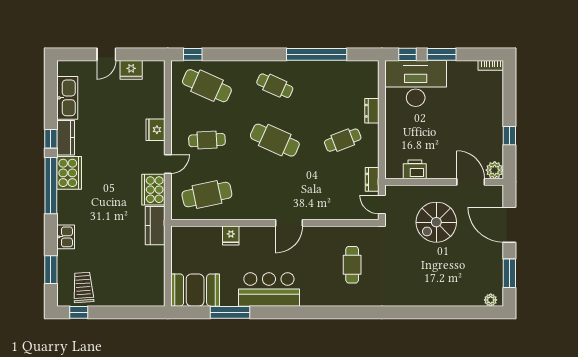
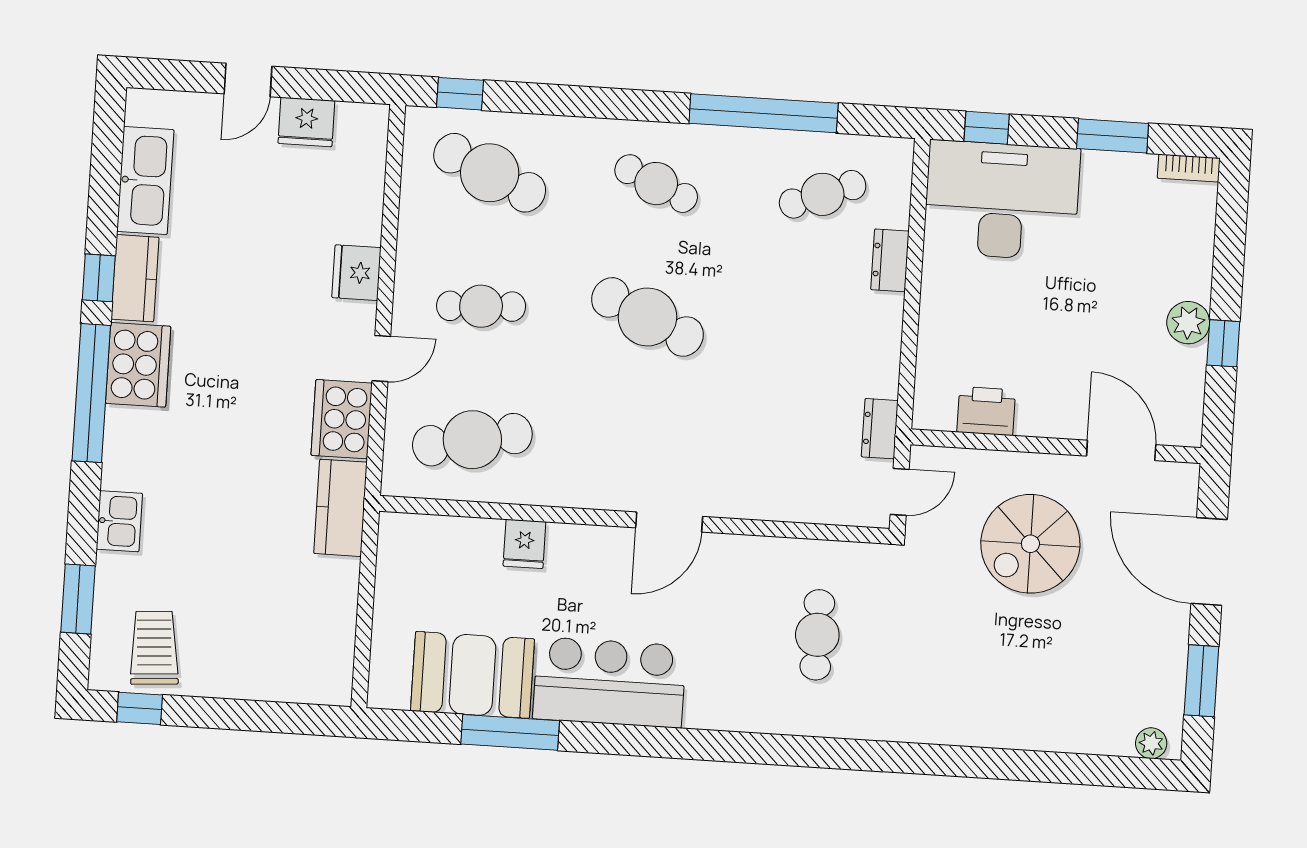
window: (442, 54) -> (1113, 136), moved
cafe table: (343, 140) -> (823, 194), moved
plant: (495, 170) -> (1188, 323), moved
door: (382, 205) -> (900, 492), swing flipped
booth: (195, 290) -> (473, 675), moved

